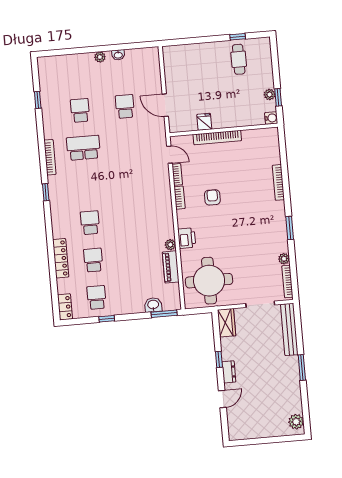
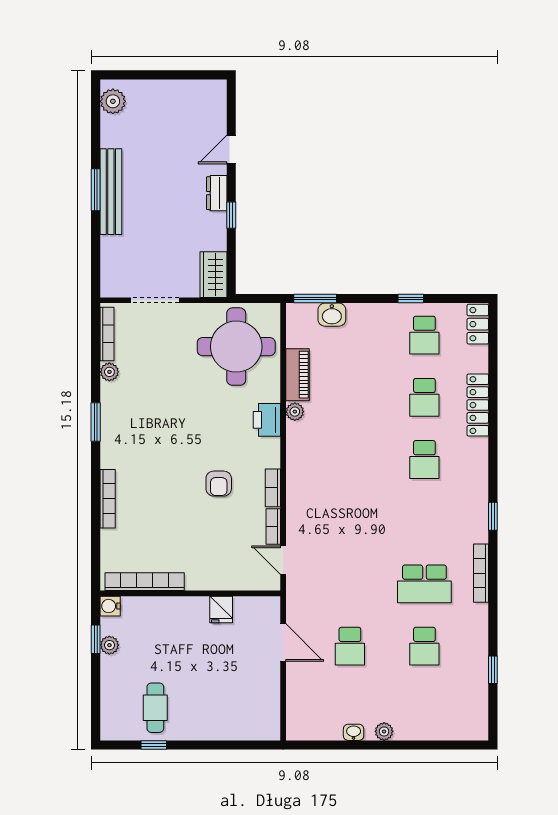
bookcase: (217, 137) -> (145, 582), moved
bench: (289, 329) -> (111, 192), moved

